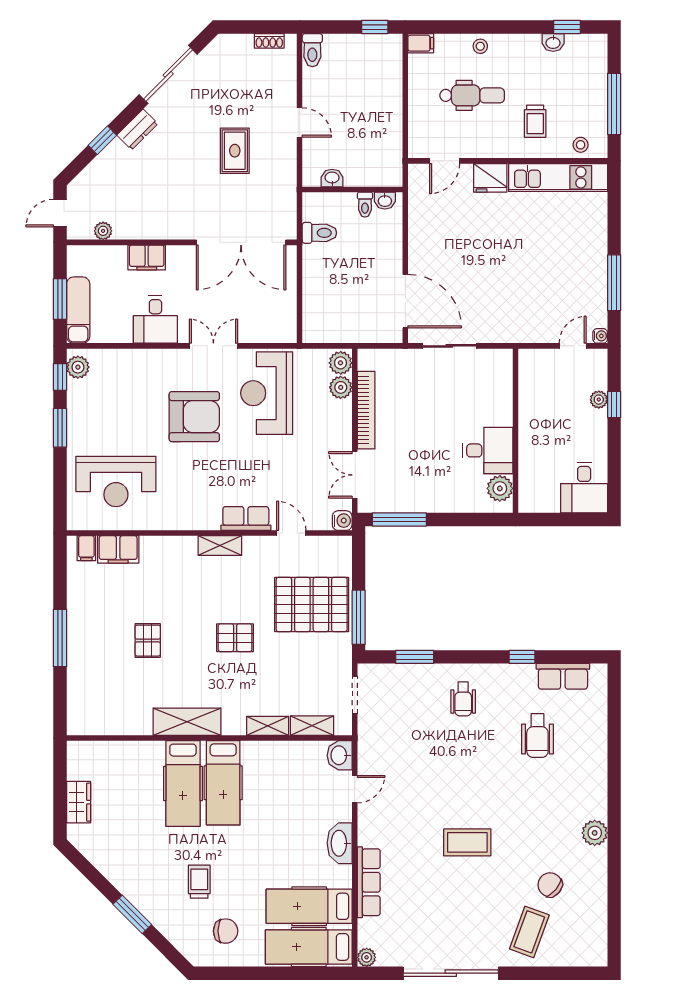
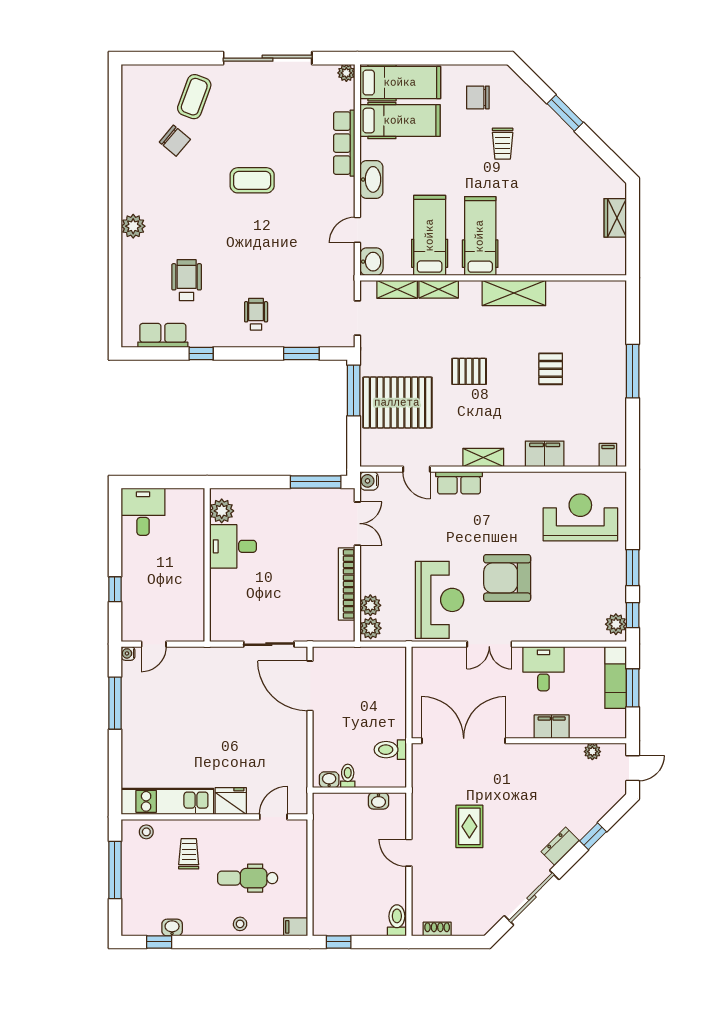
plant: (599, 400) -> (129, 594), removed
filing cabinet: (118, 549) -> (545, 454), moved
hospital bed: (183, 783) -> (430, 235), moved
plant: (595, 833) -> (133, 226), moved

